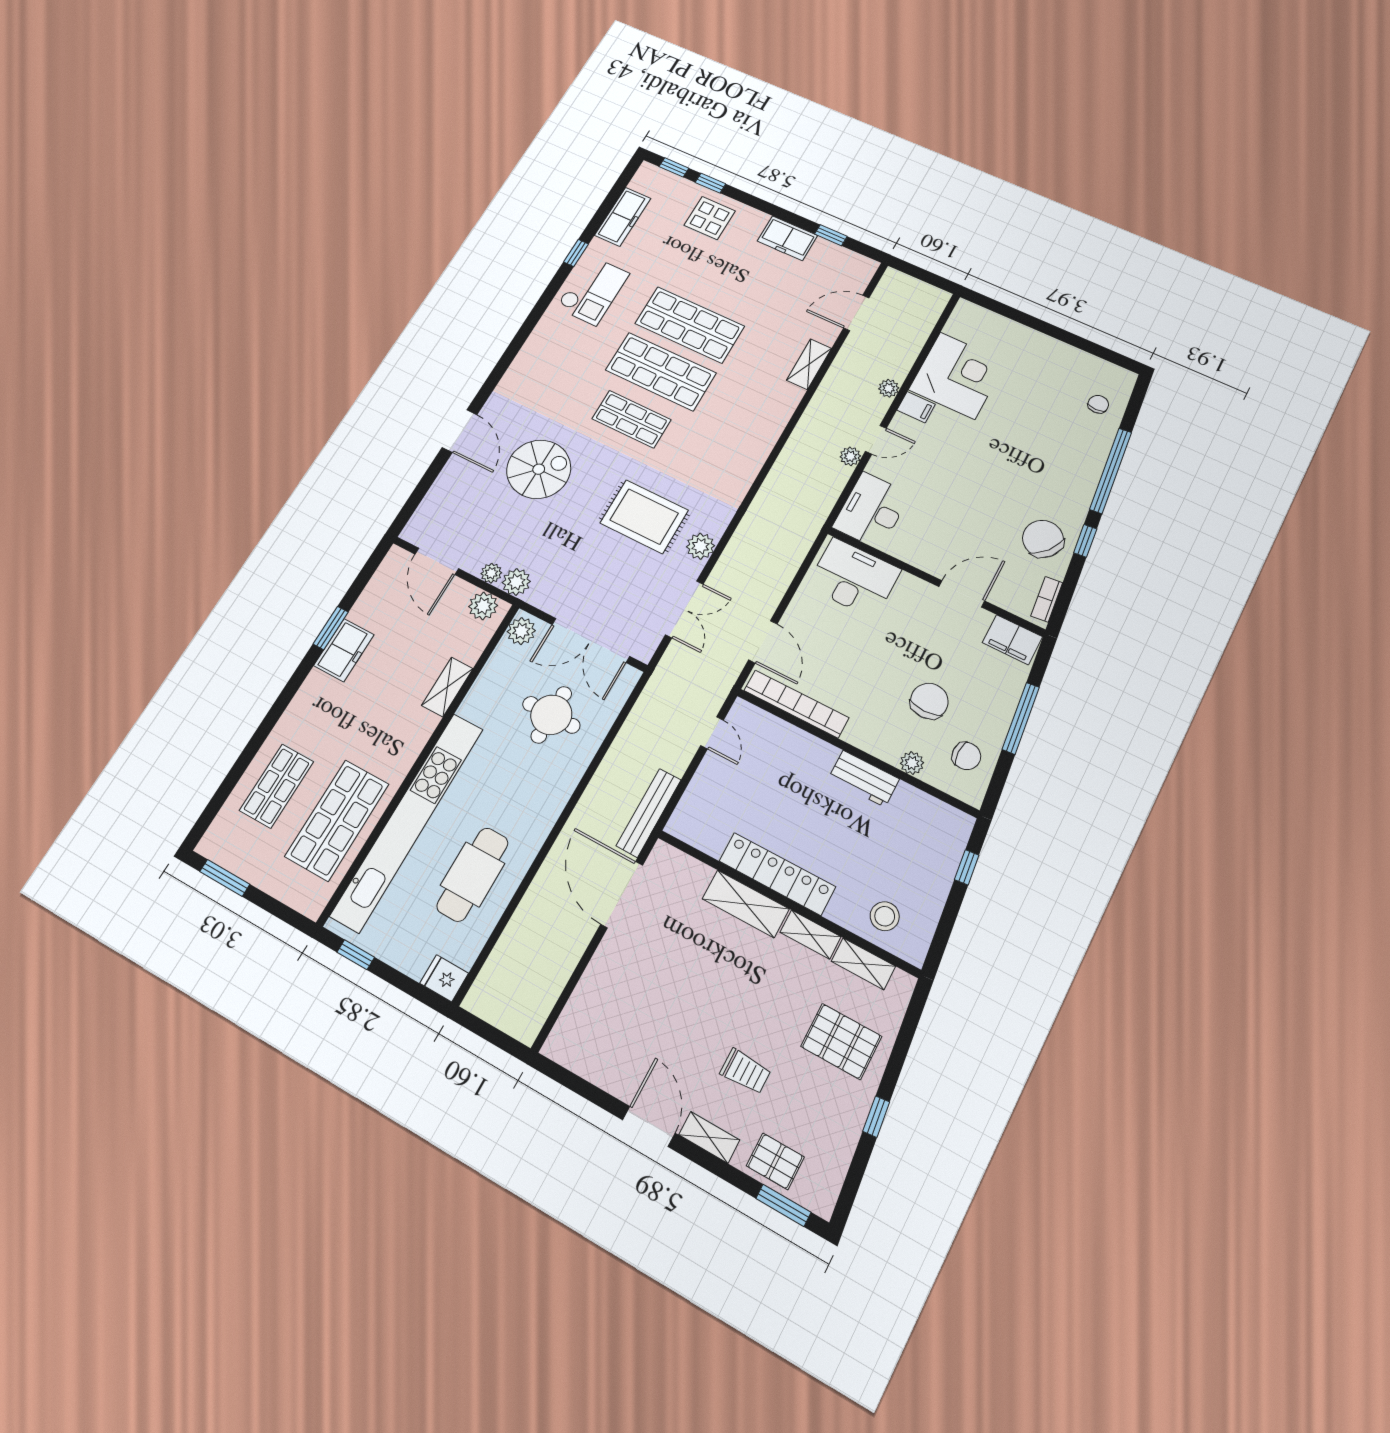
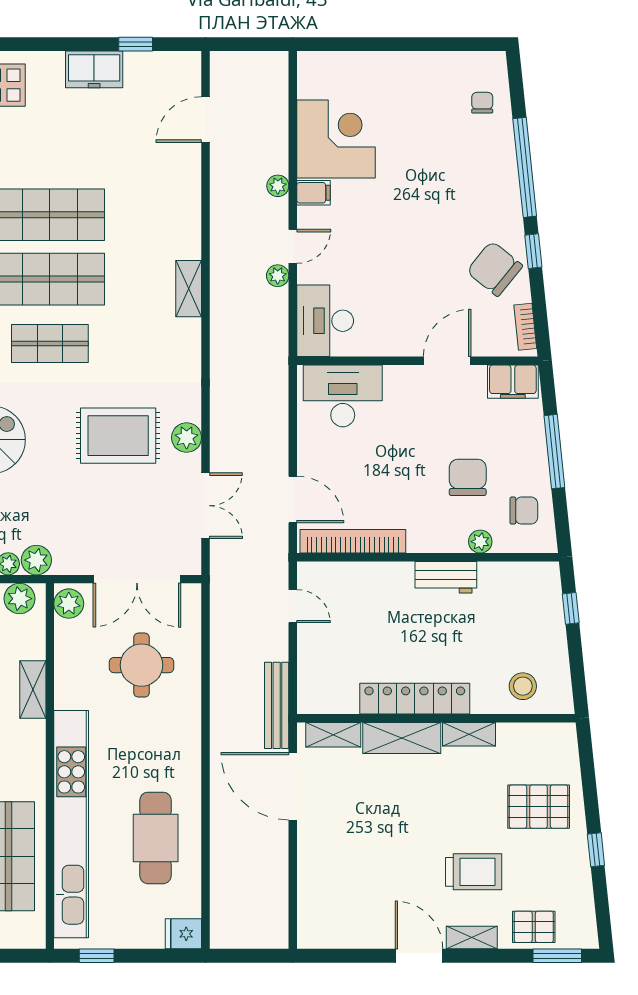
shelving: (809, 364) -> (189, 289), moved
shelving: (863, 964) -> (333, 735), moved
trolley: (745, 1071) -> (474, 872), width x1.36, depth x1.39

